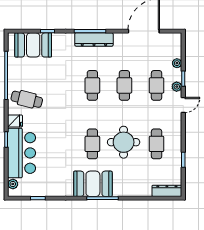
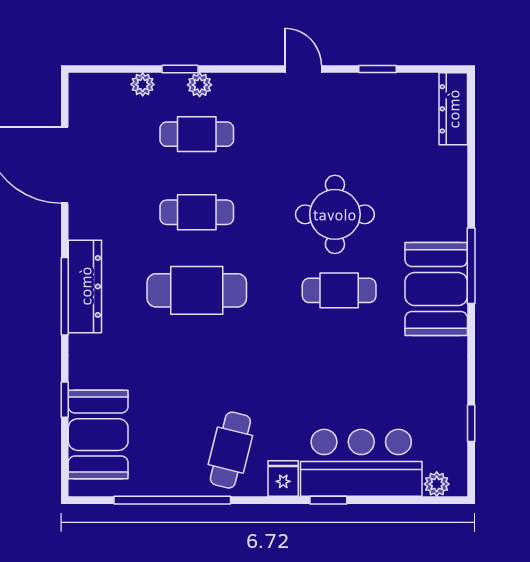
cafe table: (92, 85) -> (197, 290), width x1.37, depth x1.35
door: (183, 105) -> (303, 69), moved
cafe table: (157, 144) -> (339, 134), removed

